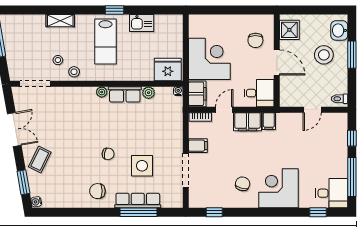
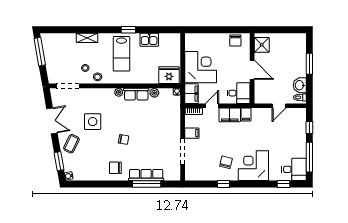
washbasin: (339, 30) -> (300, 85), moved
chair: (255, 40) -> (235, 40), moved
stool: (324, 55) -> (288, 64), removed
side table: (142, 166) -> (93, 122), moved
window: (214, 212) -> (223, 184), moved

